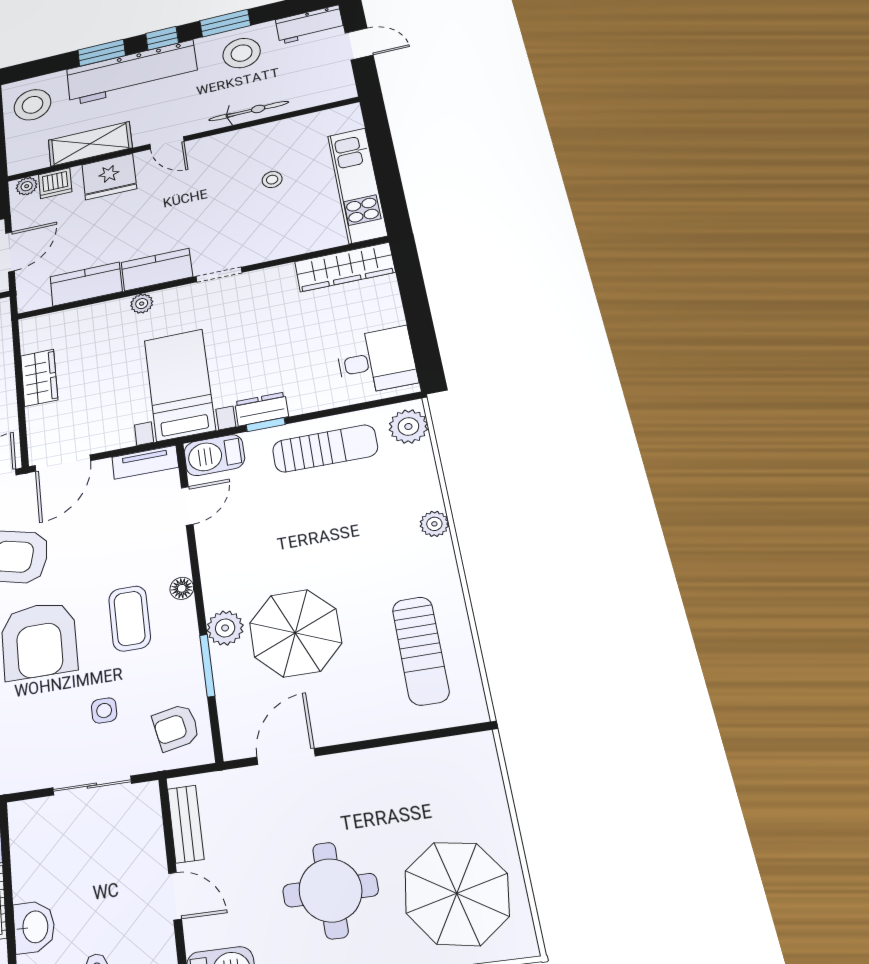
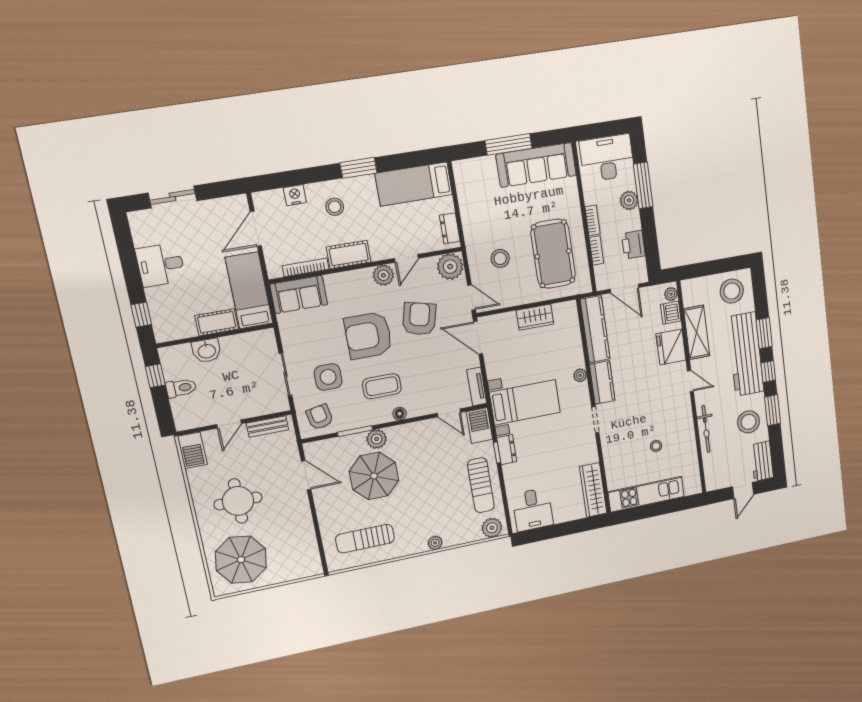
door: (167, 143) -> (690, 381), swing flipped
kitchen counter: (86, 284) -> (595, 329), width x1.50
side table: (104, 710) -> (328, 377), width x1.87, depth x1.87

